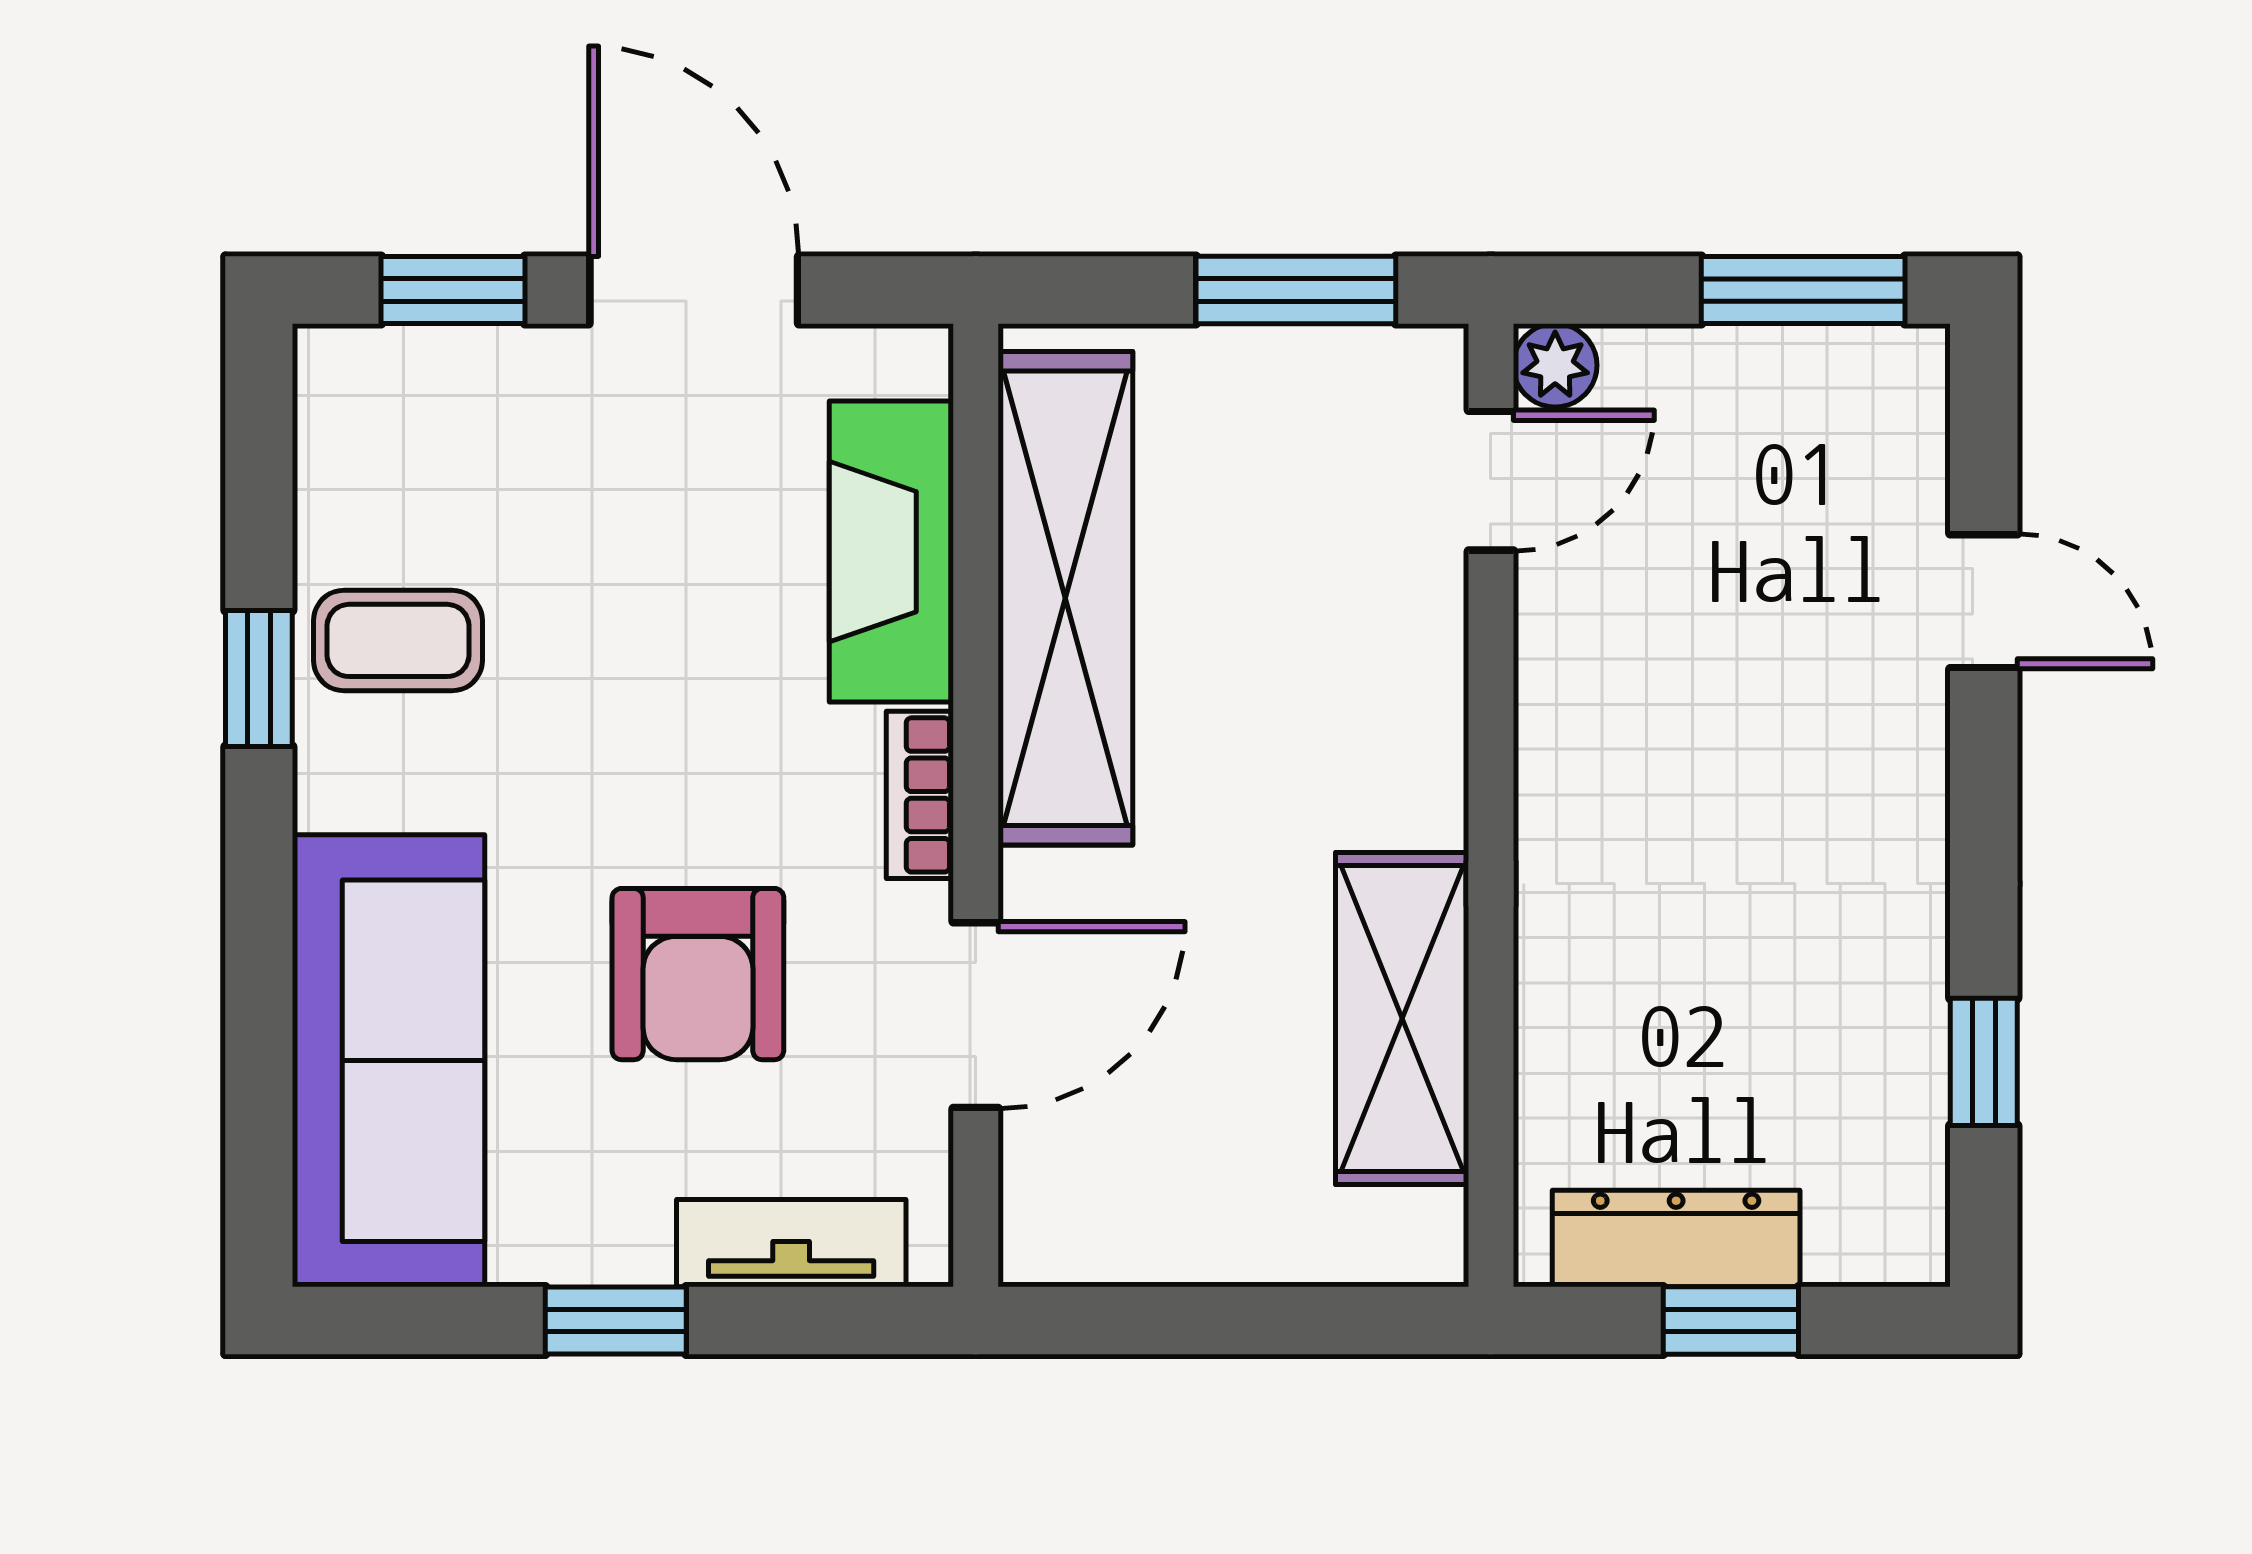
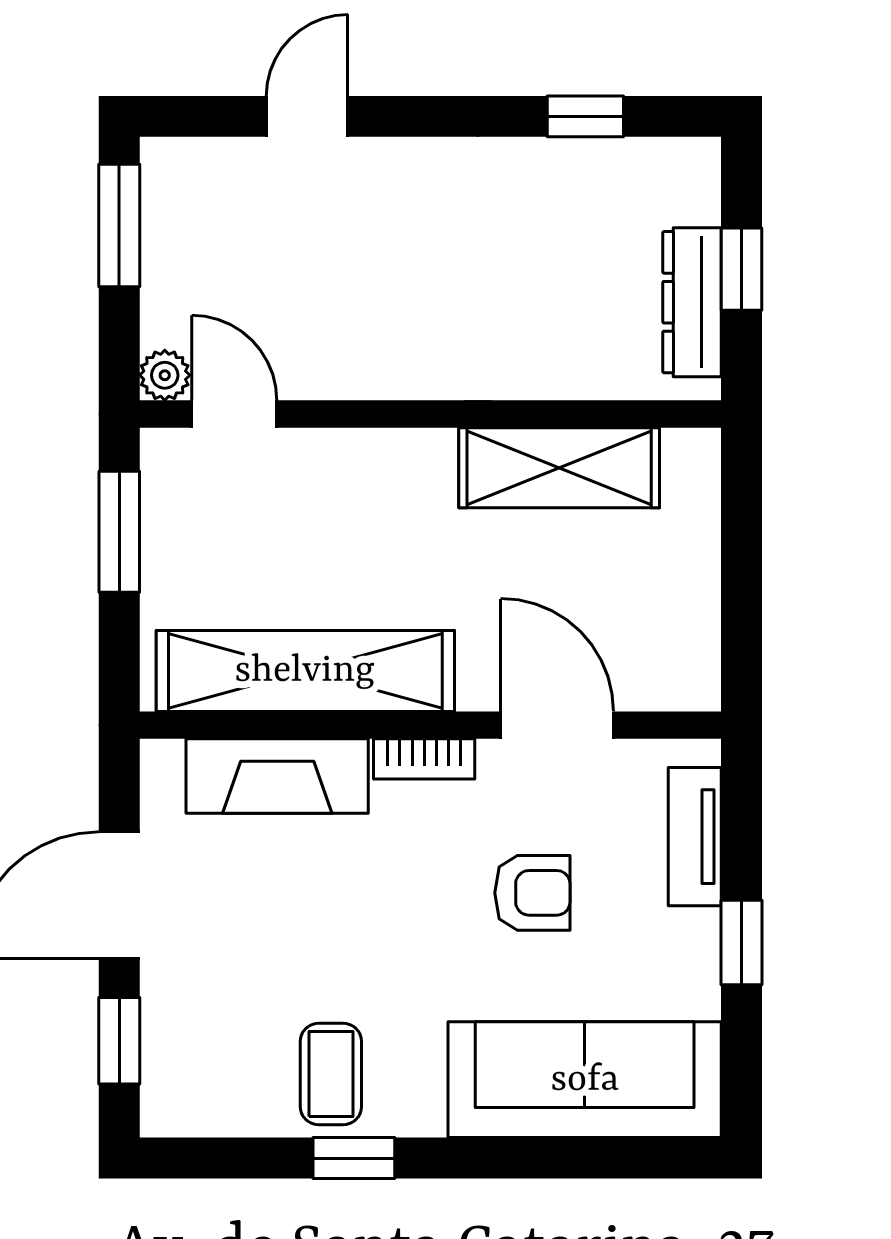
armchair: (698, 974) -> (532, 893), width x0.72, depth x0.72

